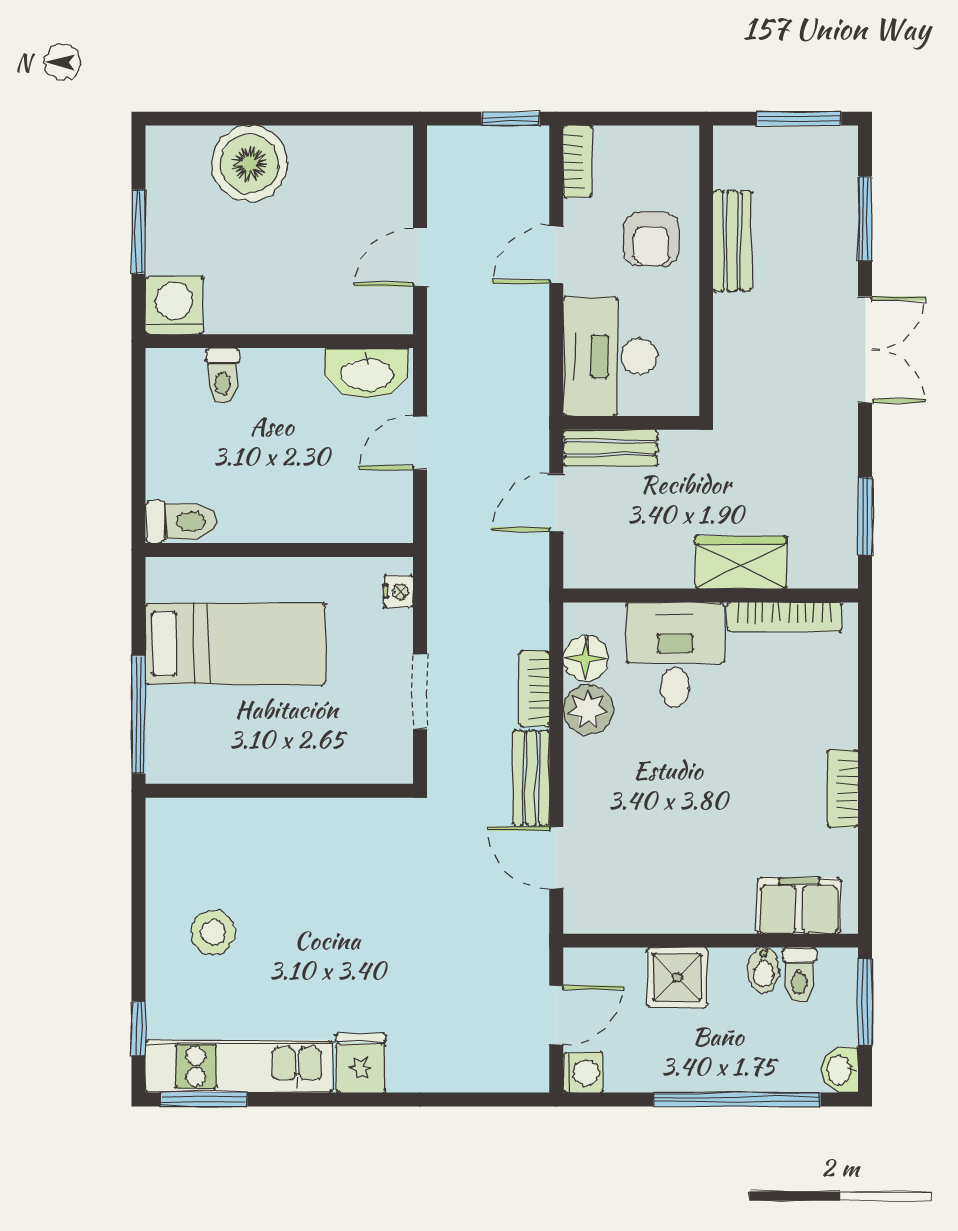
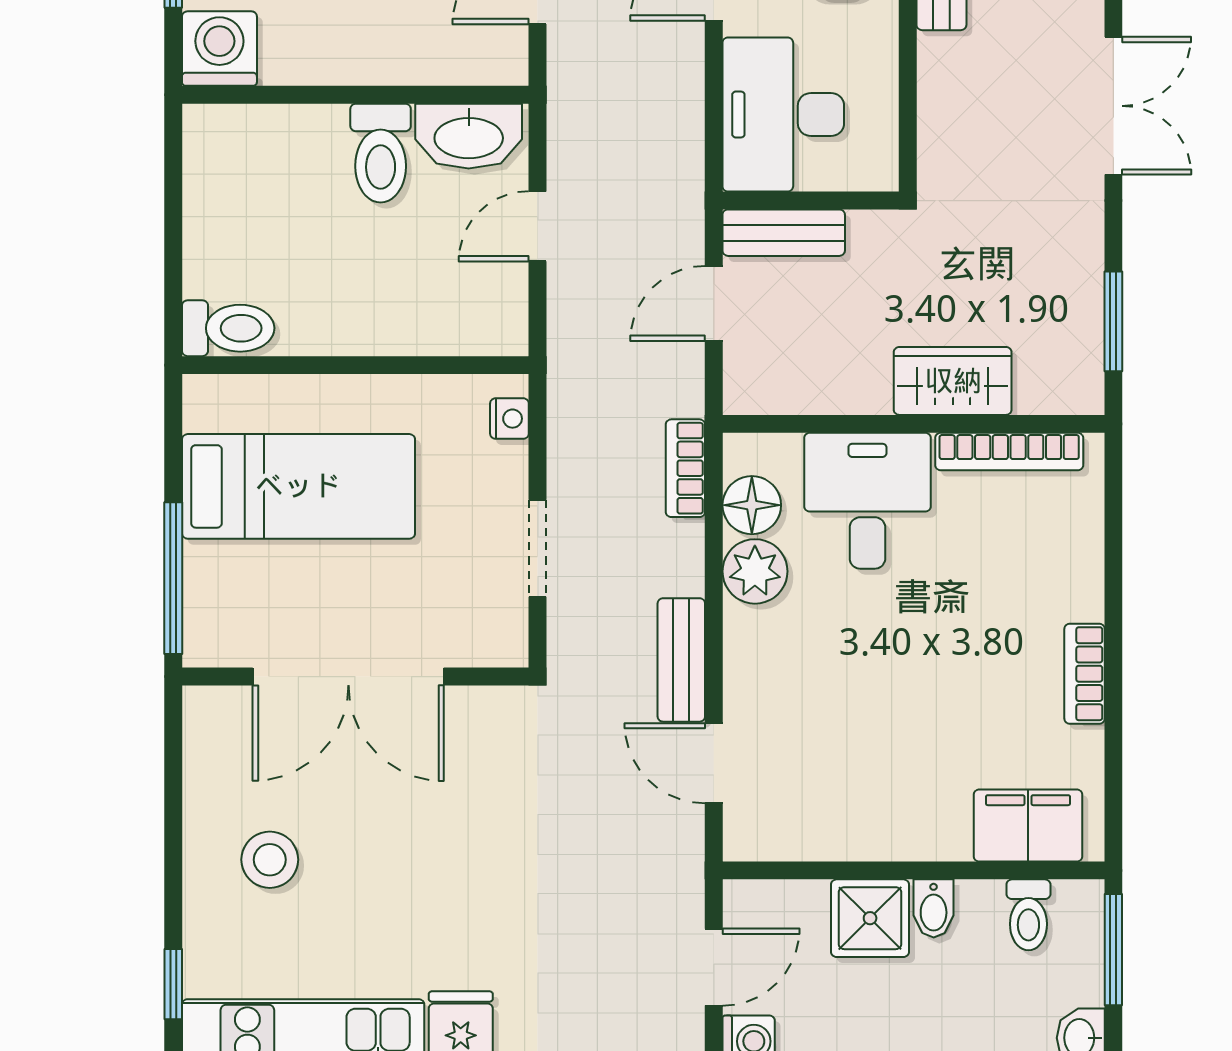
toilet: (223, 376) -> (381, 153), moved, width x1.37, depth x1.39
bookcase: (534, 689) -> (685, 468), moved
double door: (274, 791) -> (348, 677), added
bidet: (764, 970) -> (934, 908), moved

